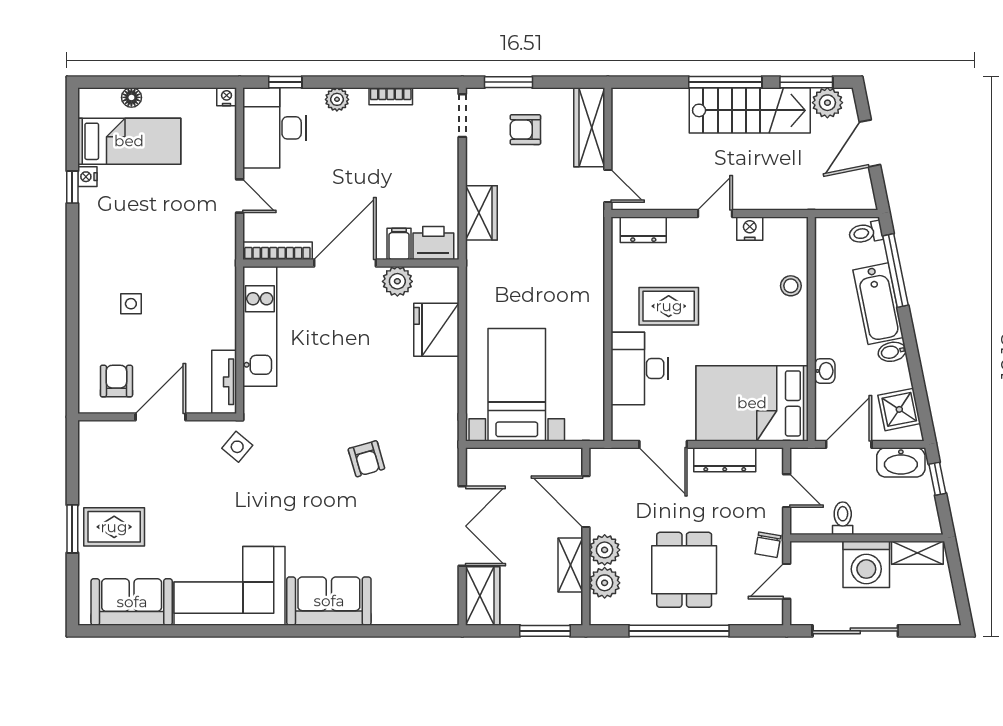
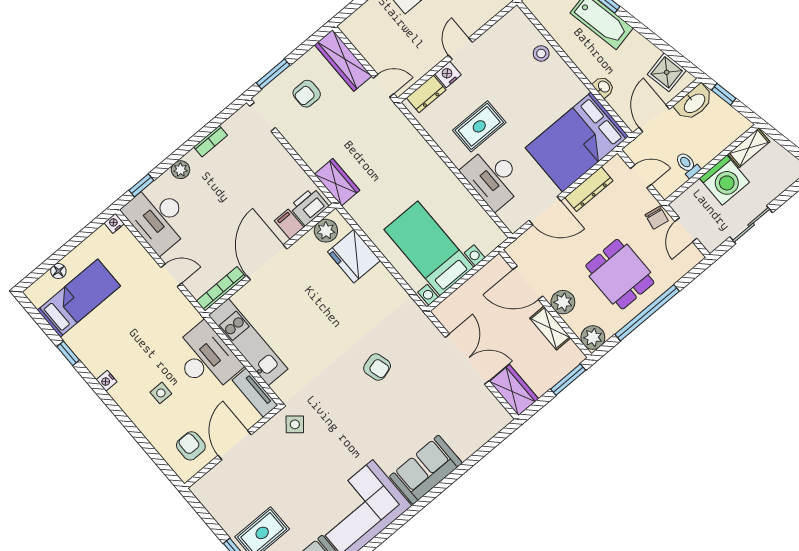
nightstand: (87, 177) -> (107, 381), moved
wardrobe: (481, 213) -> (337, 182), moved
nightstand: (750, 229) -> (448, 74), moved
plant: (397, 281) -> (326, 231), moved
desk: (204, 307) -> (206, 358), added
bidet: (892, 352) -> (634, 42), removed
plant: (605, 583) -> (593, 338), moved
sliding door: (855, 631) -> (751, 225), width x0.73

